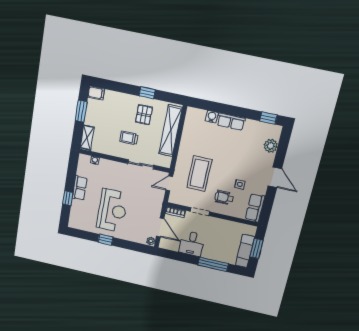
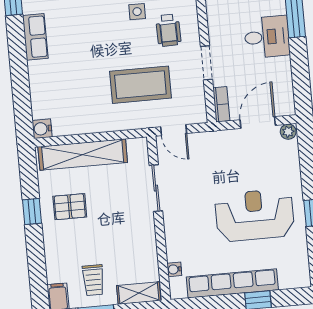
water cooler: (212, 117) -> (42, 129), moved
row of seats: (231, 122) -> (35, 37), moved
trolley: (129, 138) -> (93, 280), moved
row of seats: (80, 188) -> (232, 283), width x2.02
desk: (192, 244) -> (267, 37), moved

